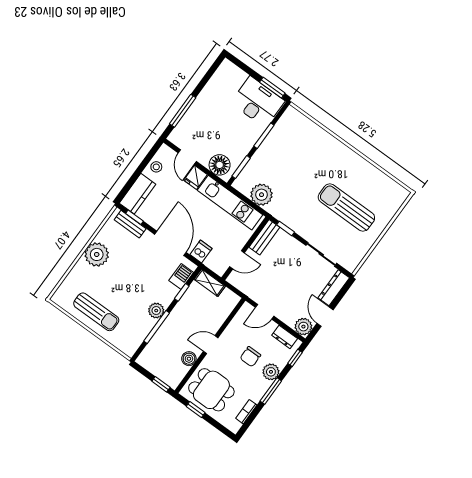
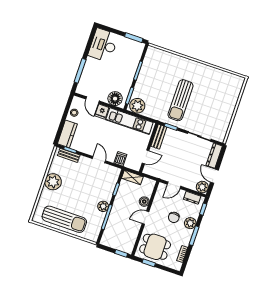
desk: (258, 102) -> (103, 45), moved, turned -90
plant: (262, 195) -> (137, 106), moved
sun lounger: (346, 207) -> (181, 100), moved, turned -90
door: (170, 243) -> (99, 160), width x0.53
barbecue: (181, 276) -> (113, 179), removed
sun lounger: (96, 312) -> (64, 219), width x1.36, depth x1.34
boiler: (189, 359) -> (144, 202), moved

